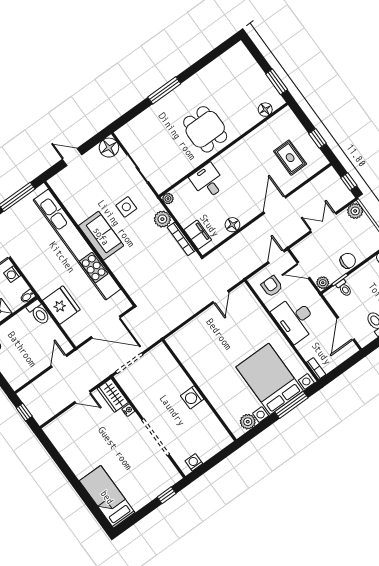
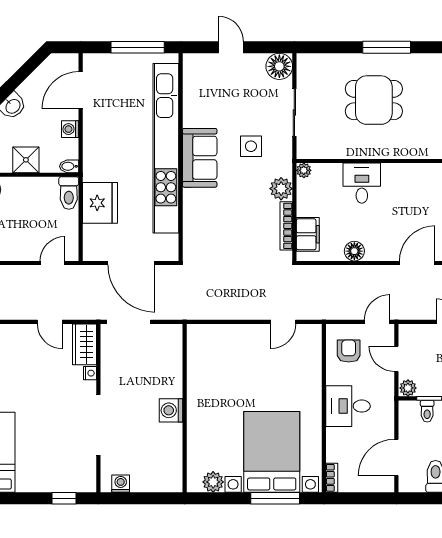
dining table: (205, 129) -> (374, 100), moved, turned 90
desk: (295, 319) -> (348, 406), width x0.73

